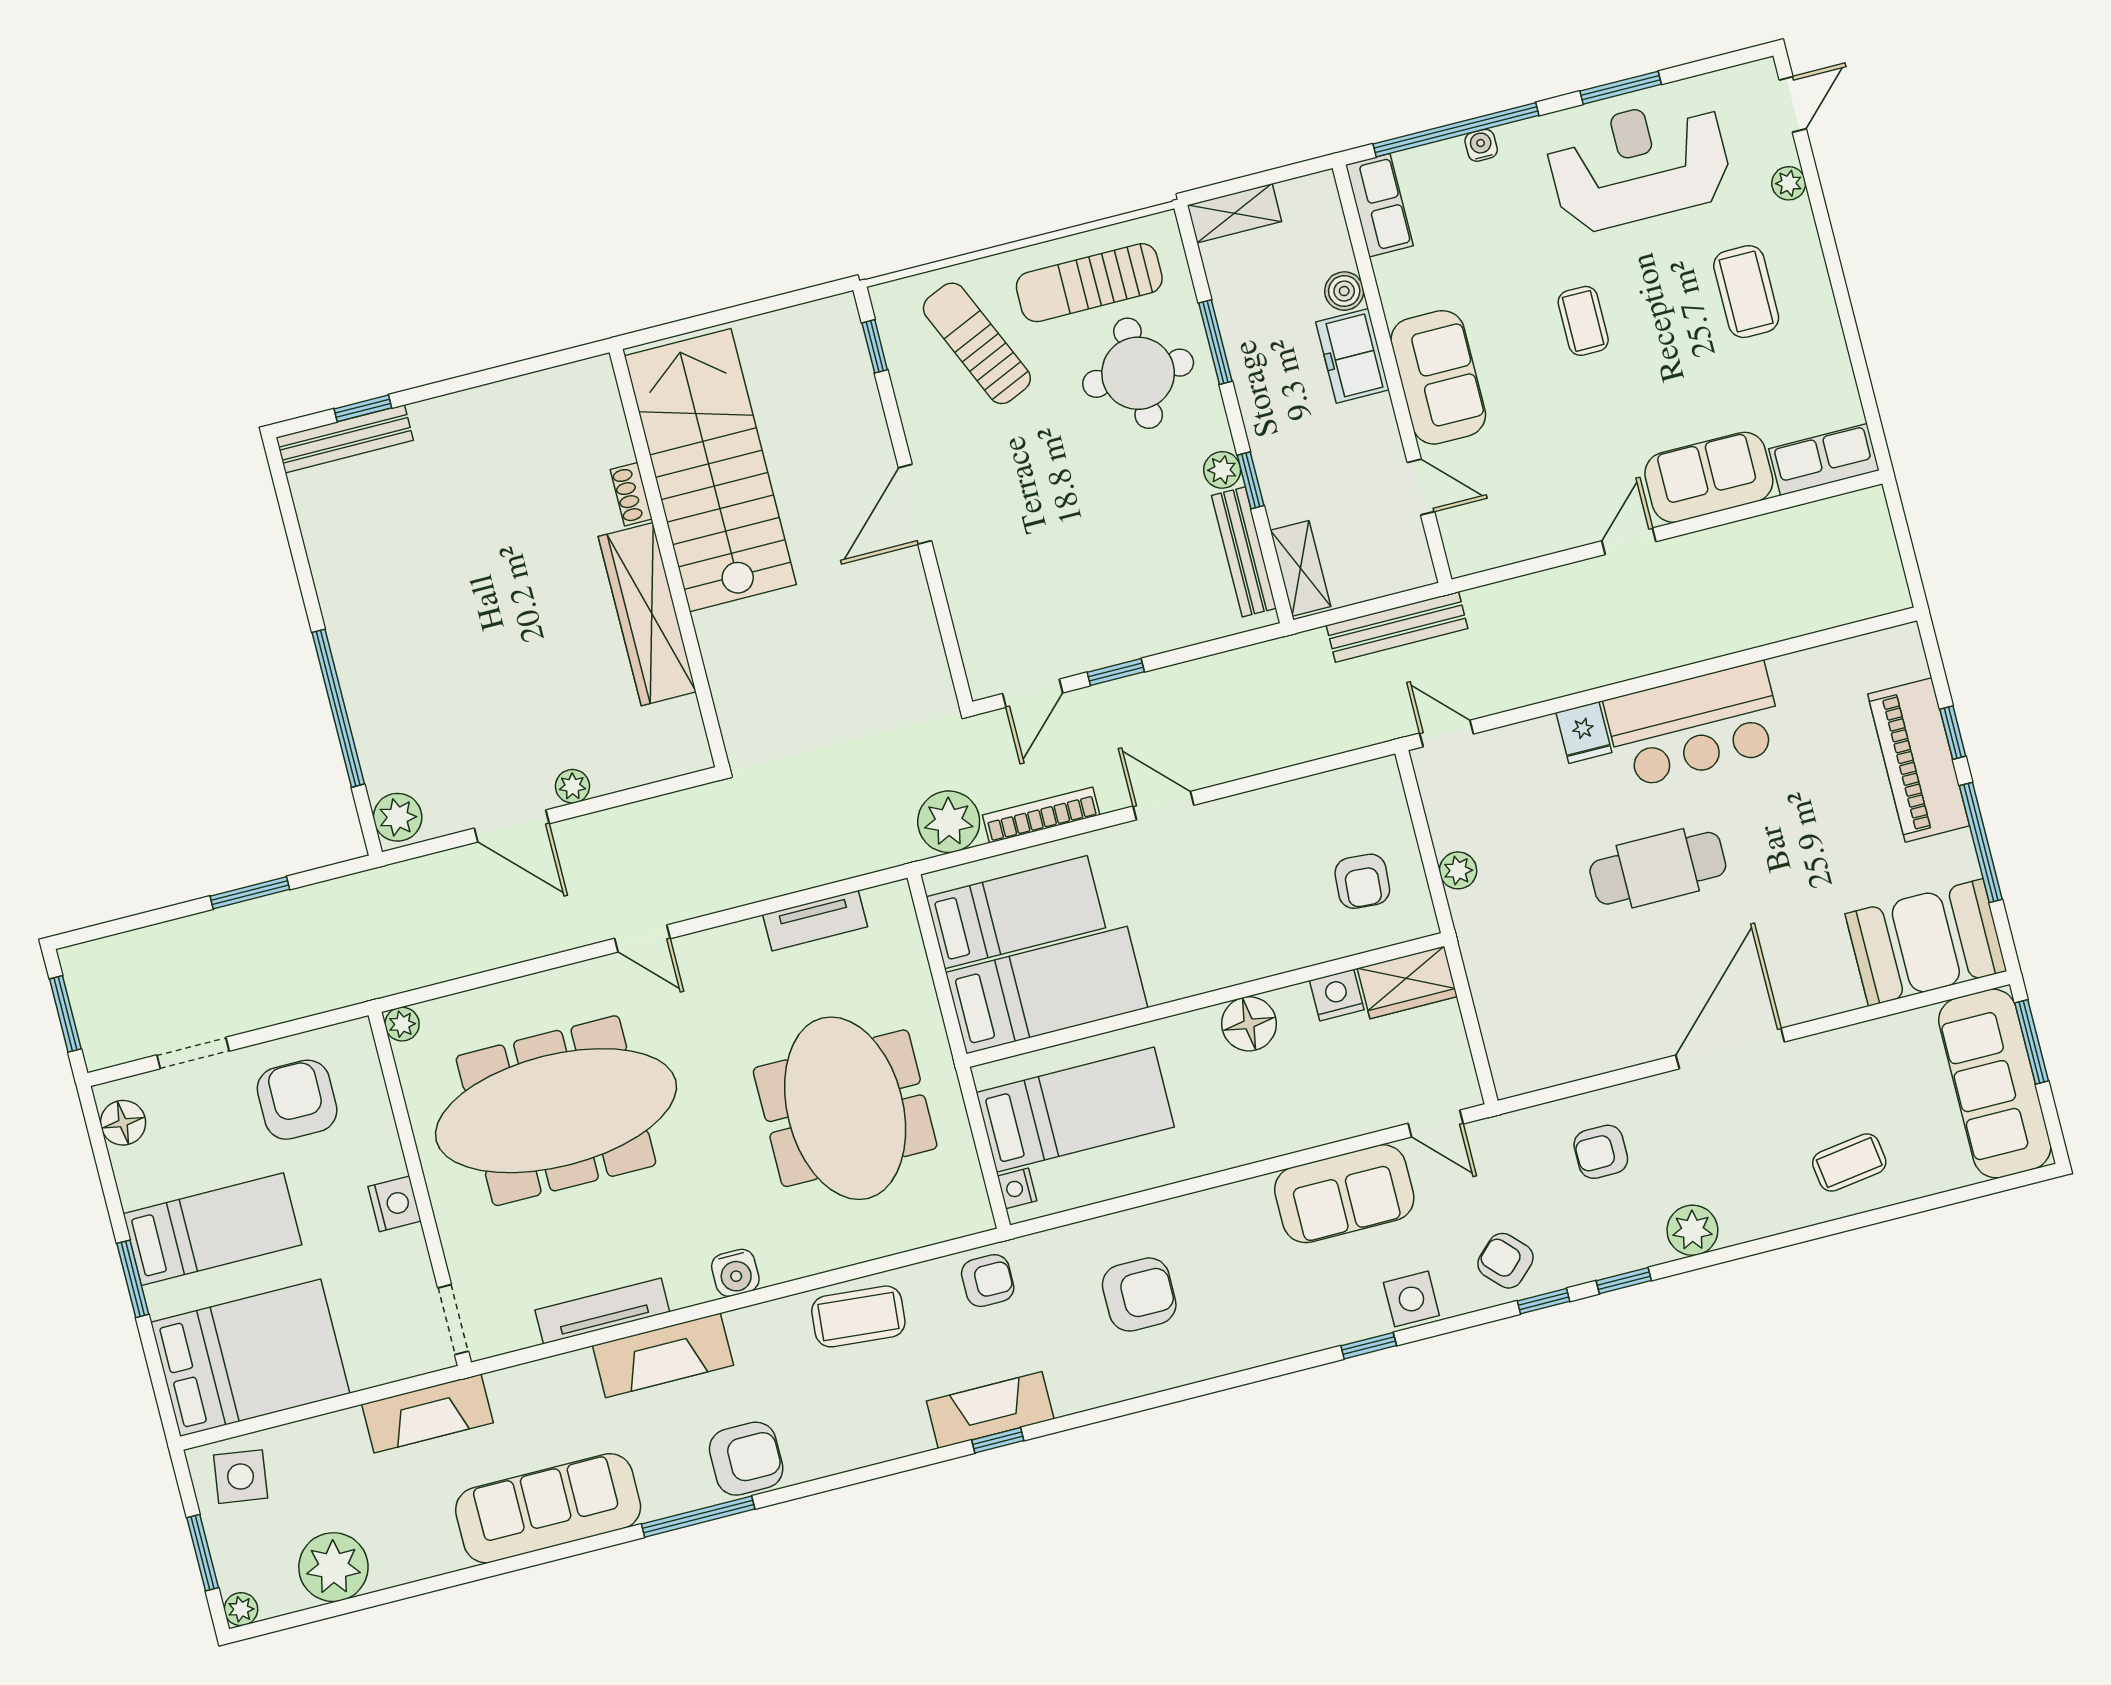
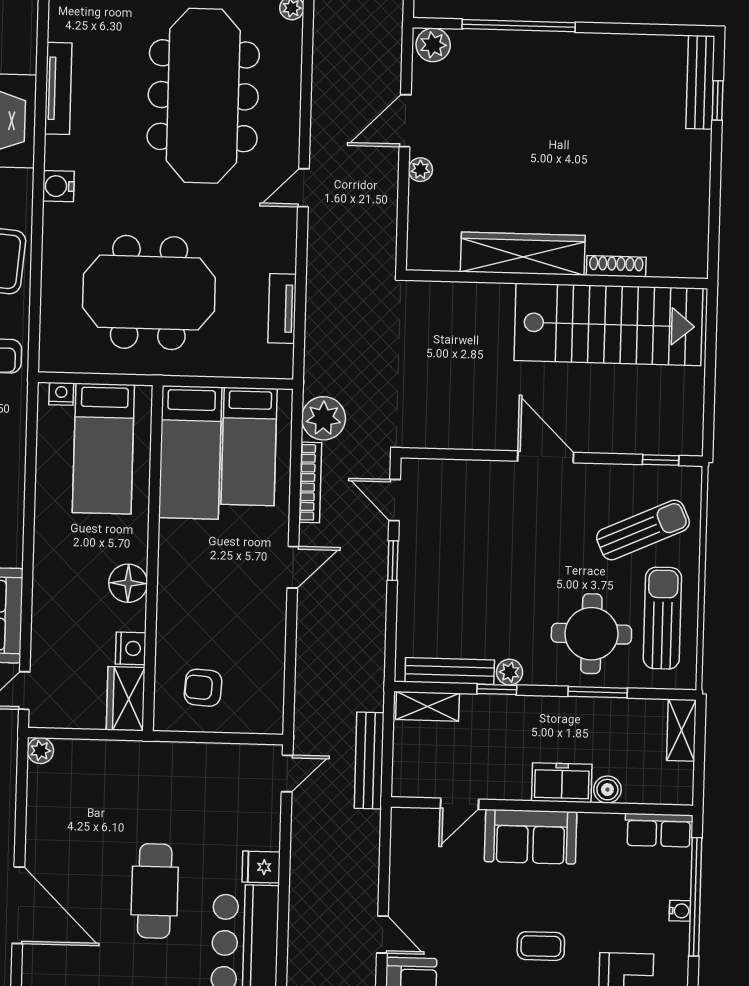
shoe rack: (631, 494) -> (616, 266), width x1.43
plant: (1458, 870) -> (40, 751), moved

